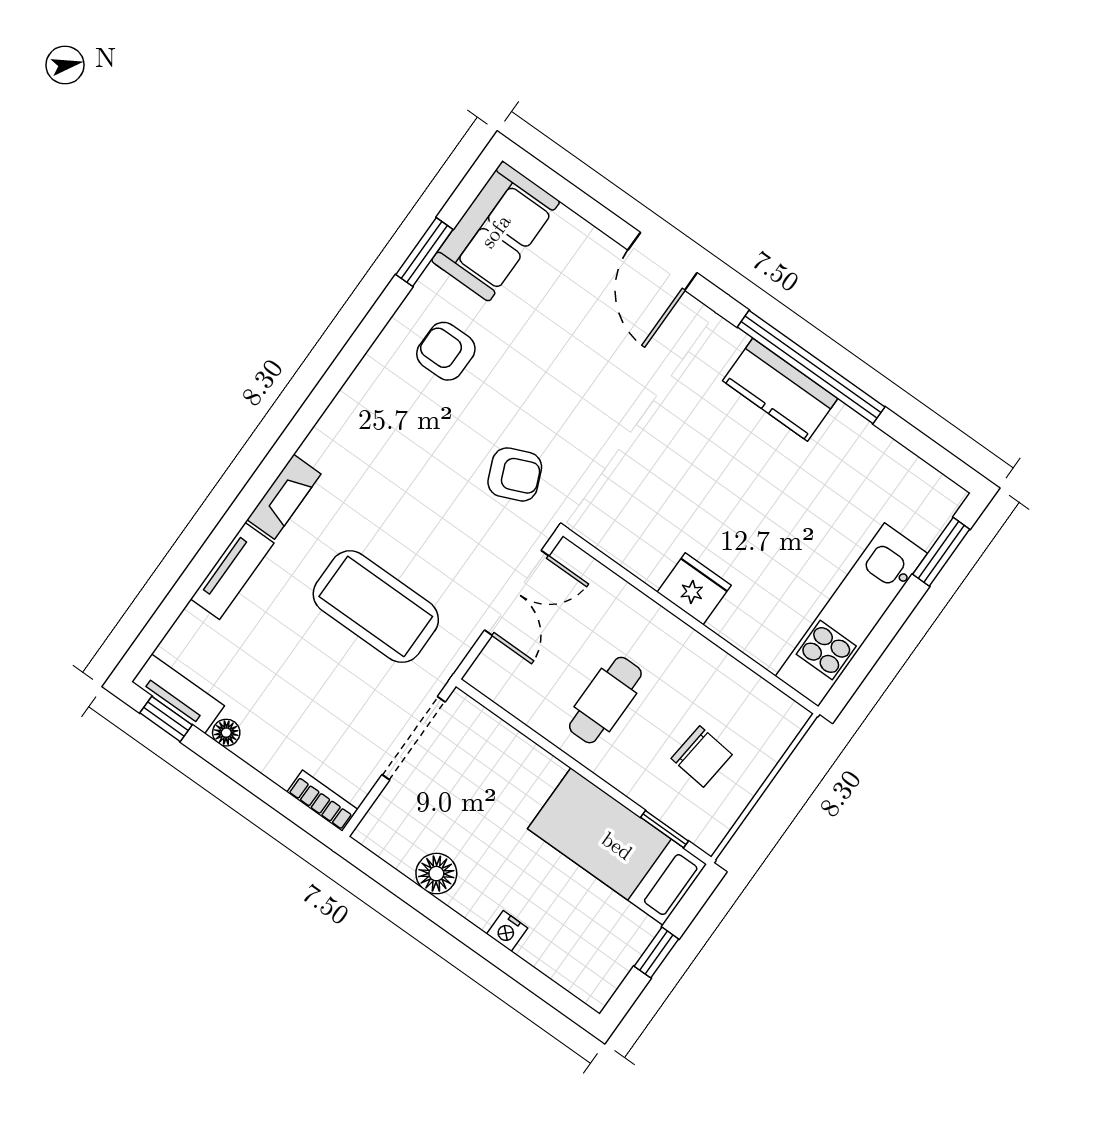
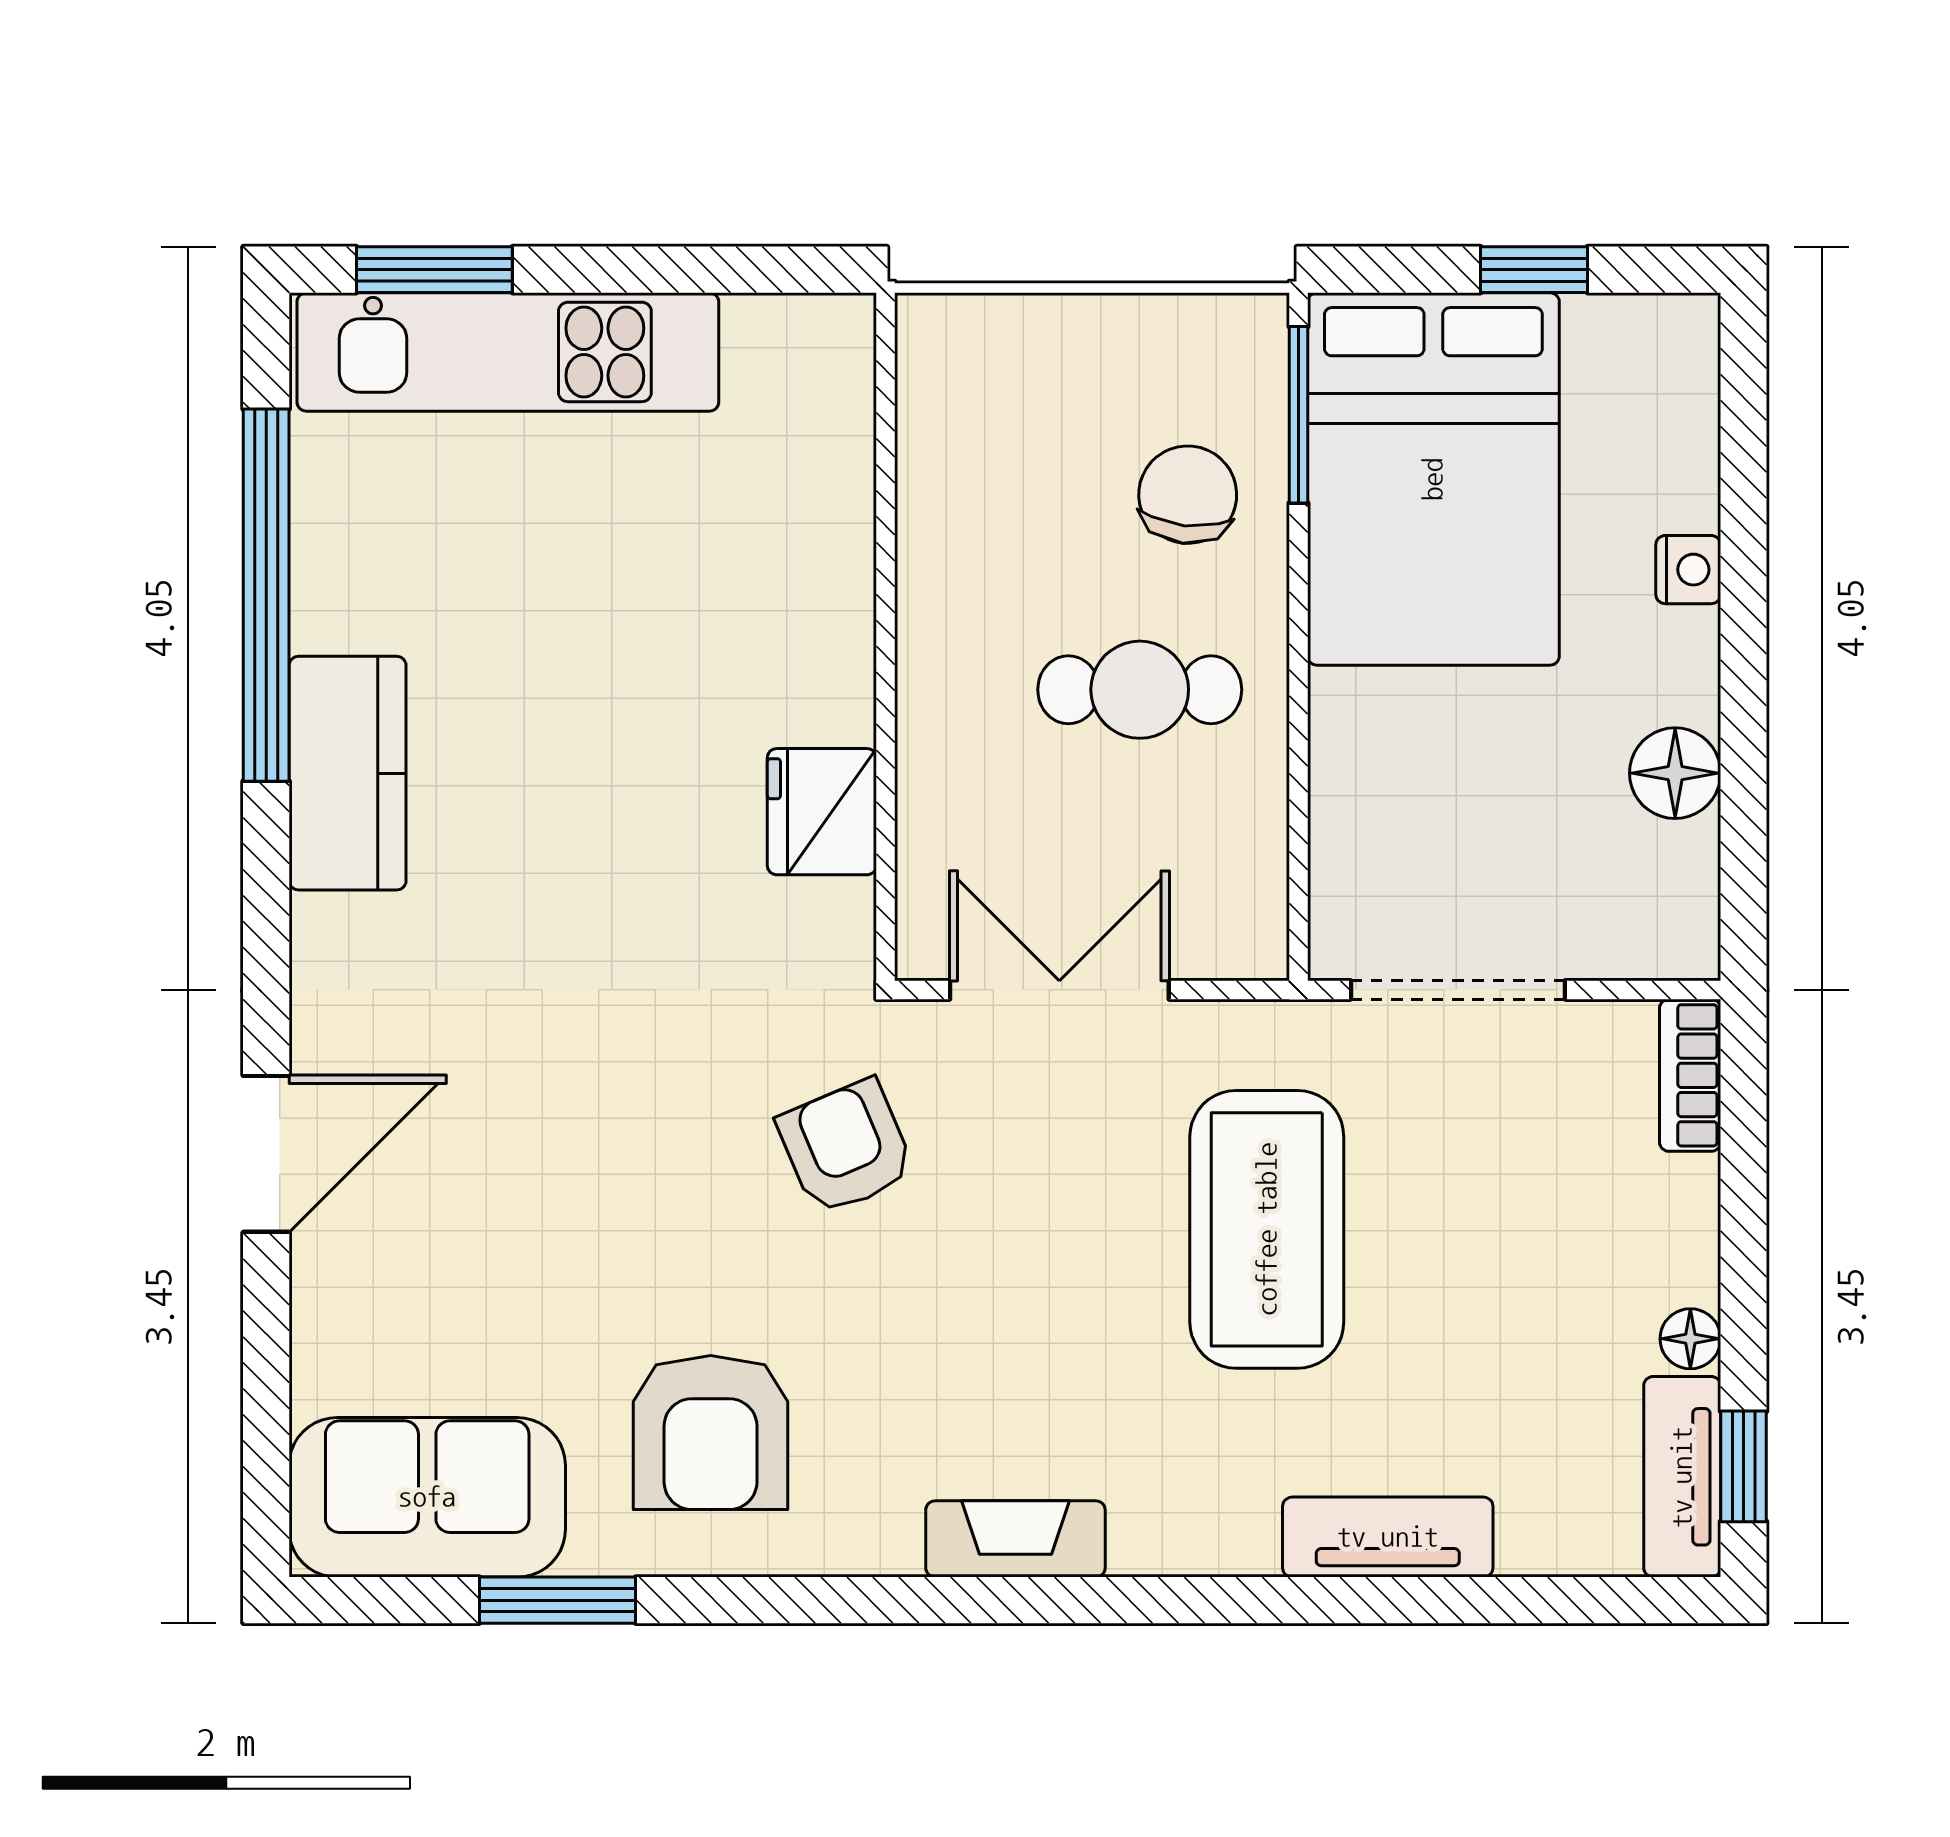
armchair: (446, 351) -> (711, 1432), width x1.38, depth x1.38
window: (811, 367) -> (266, 595), moved
fireplace: (284, 497) -> (1015, 1539), moved
fridge: (694, 589) -> (822, 812), moved
kitchen unit: (851, 615) -> (508, 352), moved
chair: (702, 756) -> (1188, 495), moved
window: (665, 829) -> (1298, 415), width x1.50
bed: (617, 846) -> (1433, 479), width x1.50

